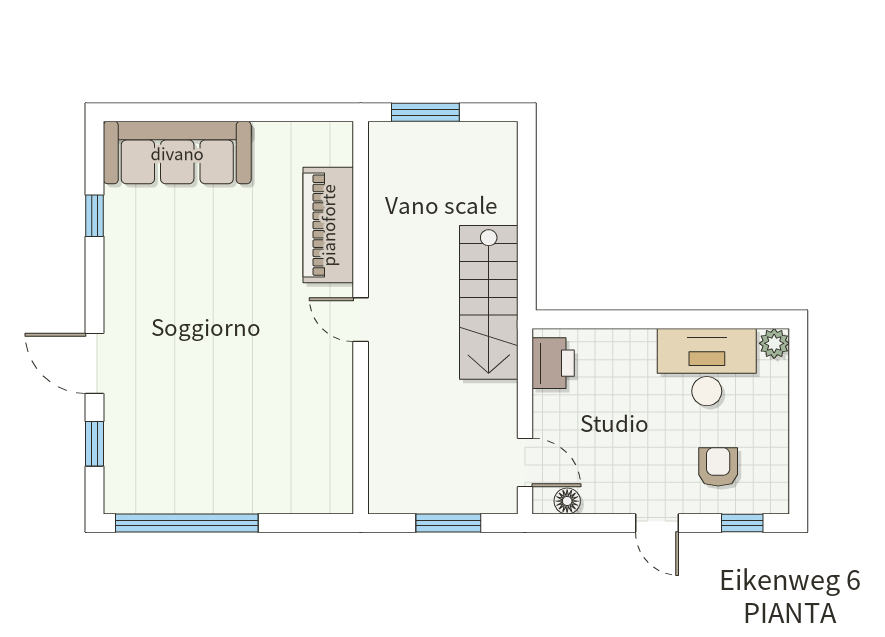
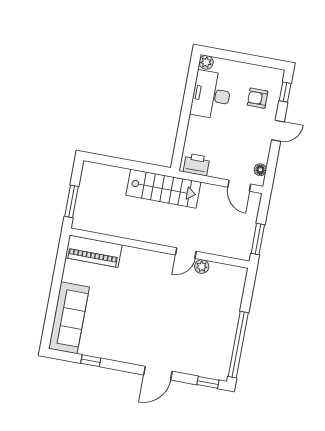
piano: (328, 225) -> (94, 251), moved
door: (361, 320) -> (186, 253), moved
plant: (338, 415) -> (202, 267), added
window: (94, 444) -> (208, 382), moved
door: (525, 463) -> (239, 186), swing flipped
window: (448, 523) -> (258, 239), moved

